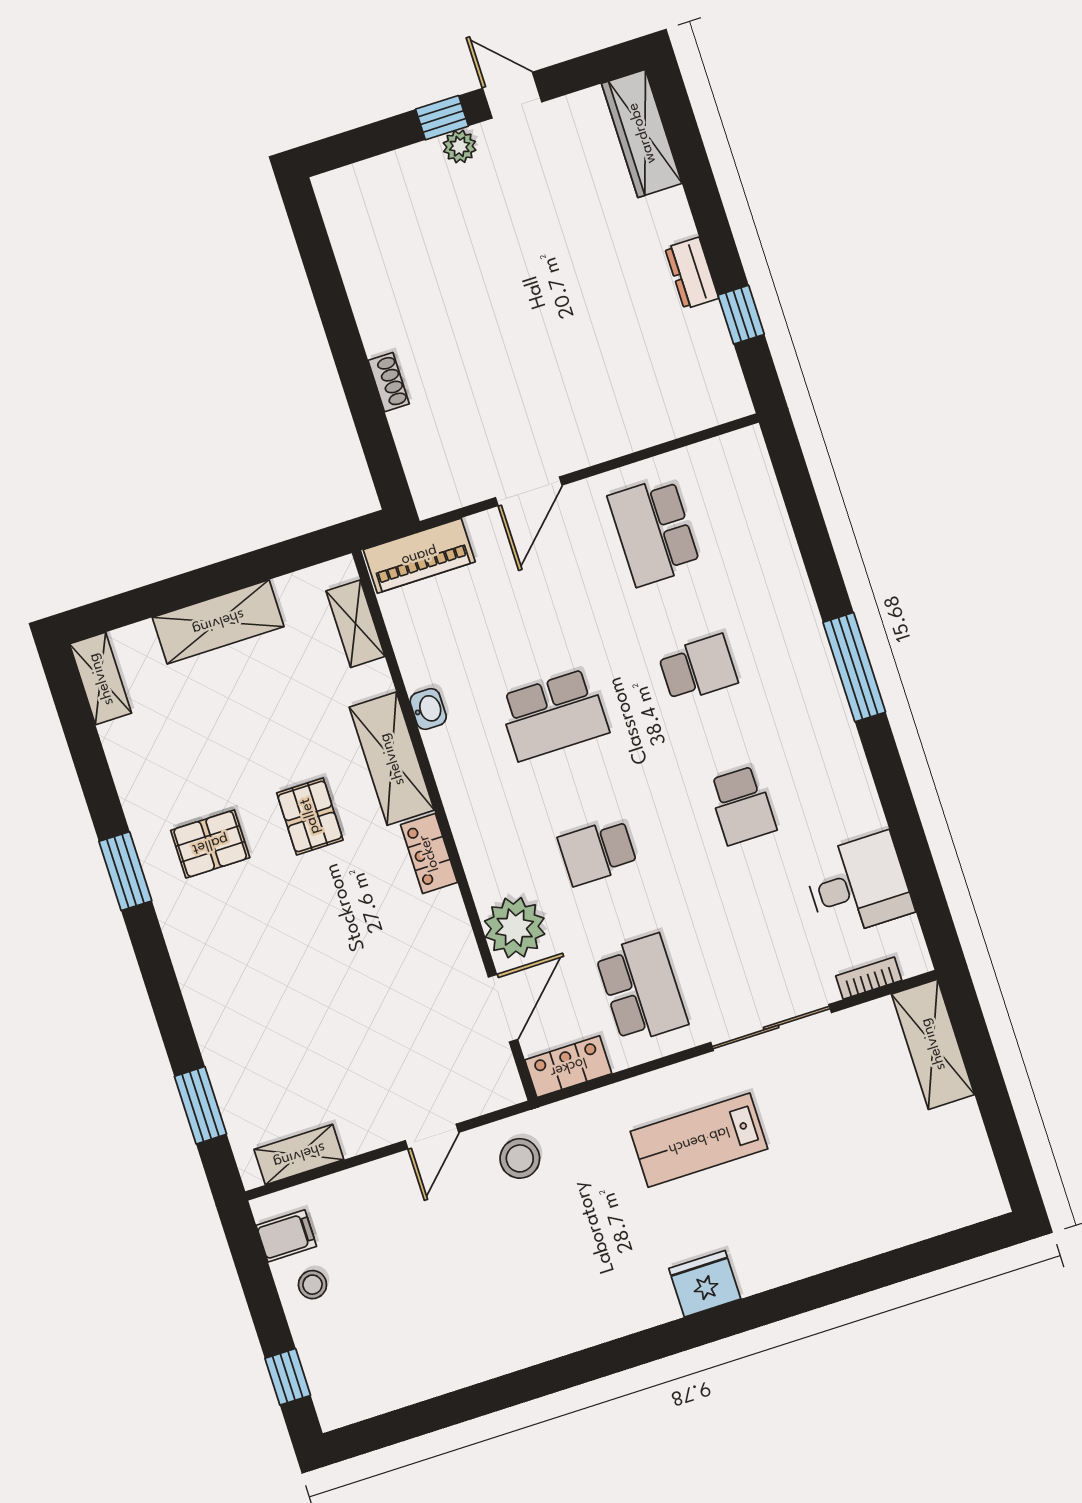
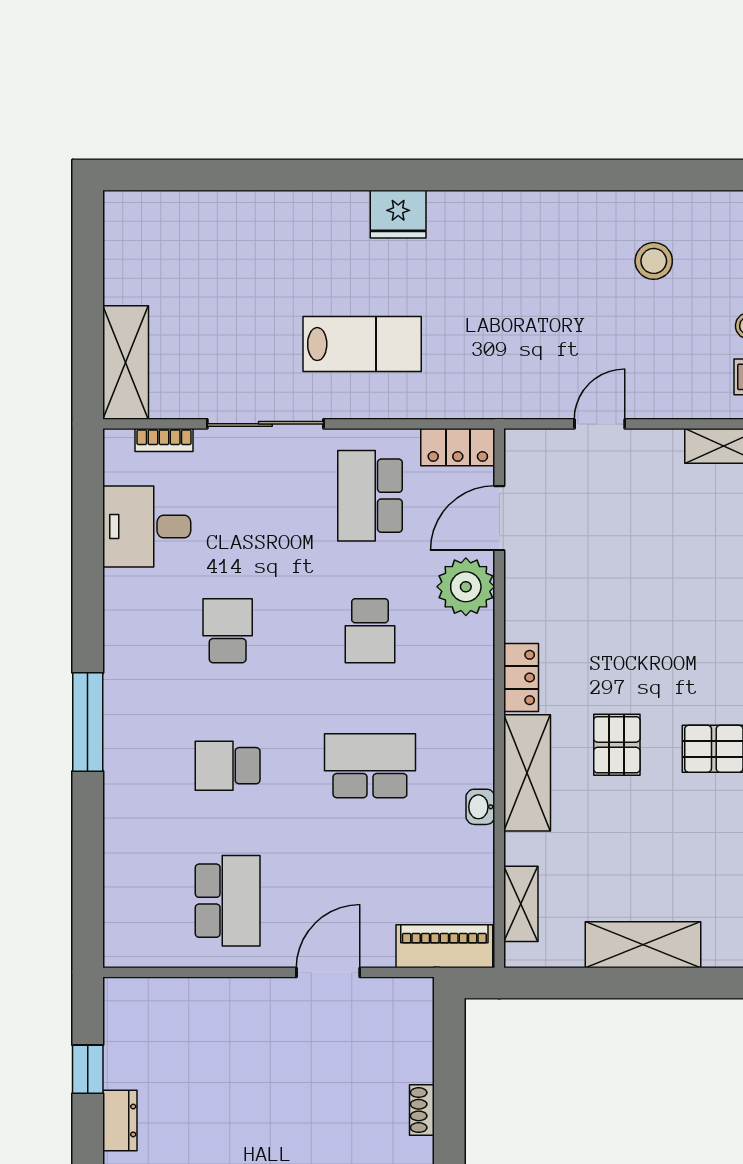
school desk: (598, 852) -> (370, 631), turned 90
stool: (520, 1158) -> (654, 261), moved

